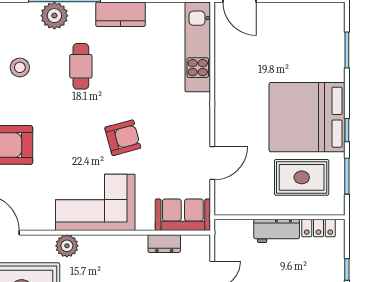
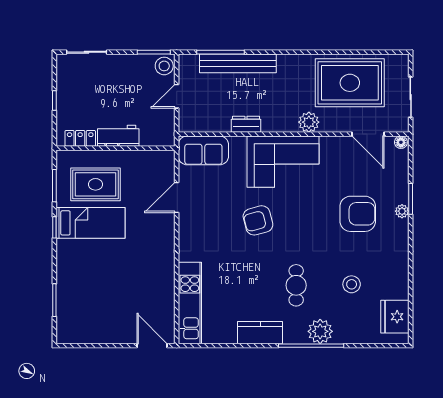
bed: (307, 117) -> (91, 223), width x0.49
dresser: (164, 244) -> (246, 124), moved

